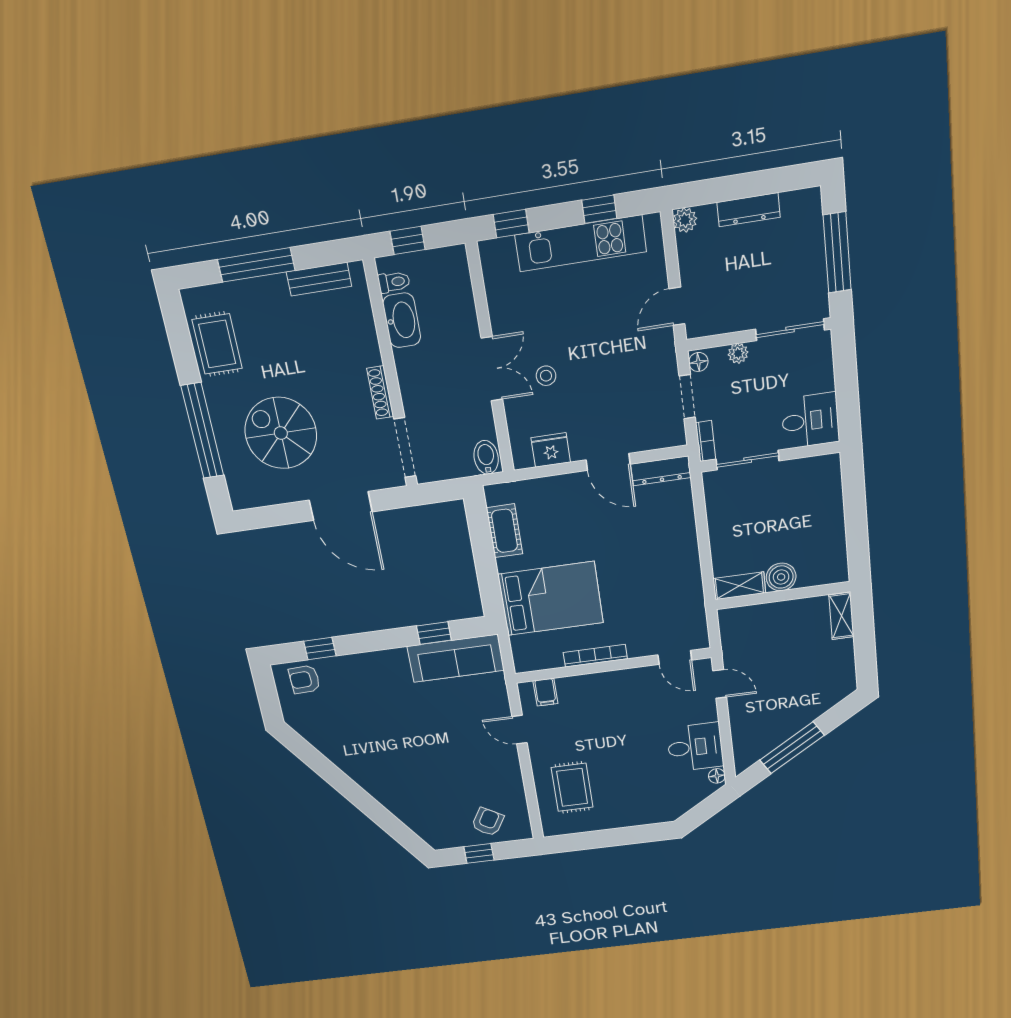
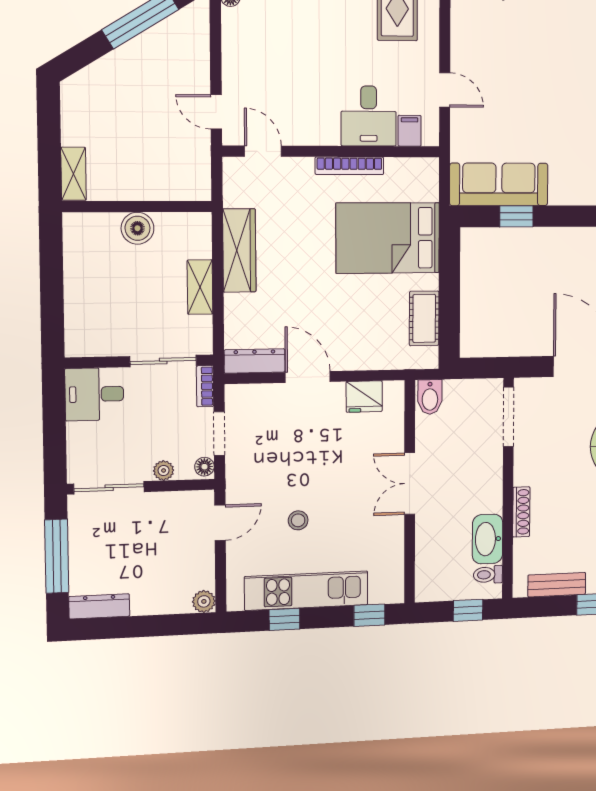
dresser: (749, 210) -> (99, 606), moved
stool: (546, 376) -> (298, 520), moved
shoe rack: (380, 392) -> (521, 512), moved
wardrobe: (686, 570) -> (239, 250), added
shelving: (739, 586) -> (200, 287), moved, turned 90
desk: (695, 747) -> (369, 116), moved, turned -90

